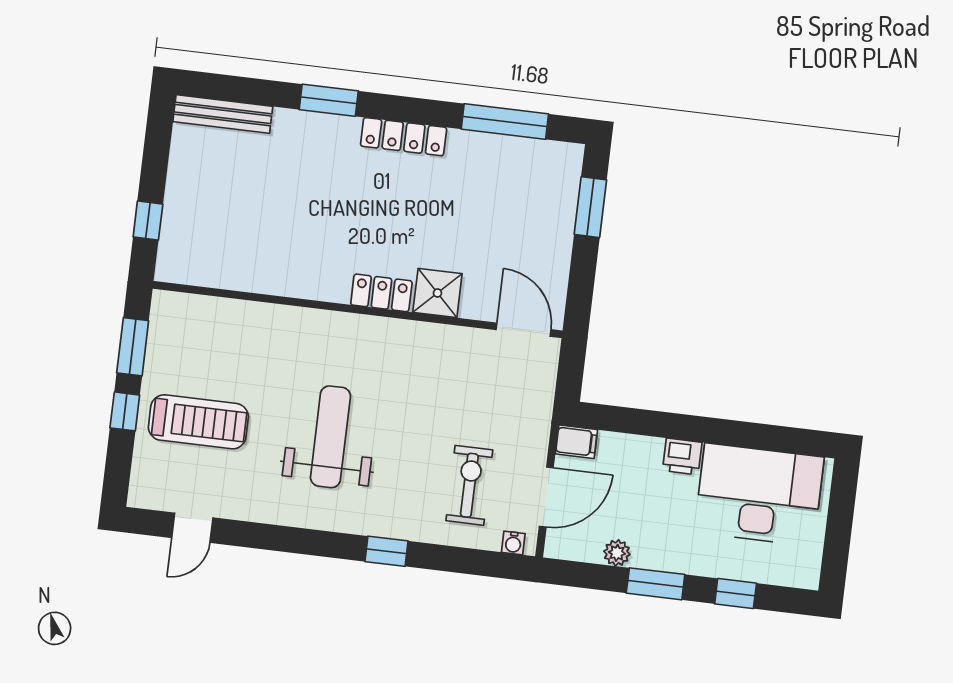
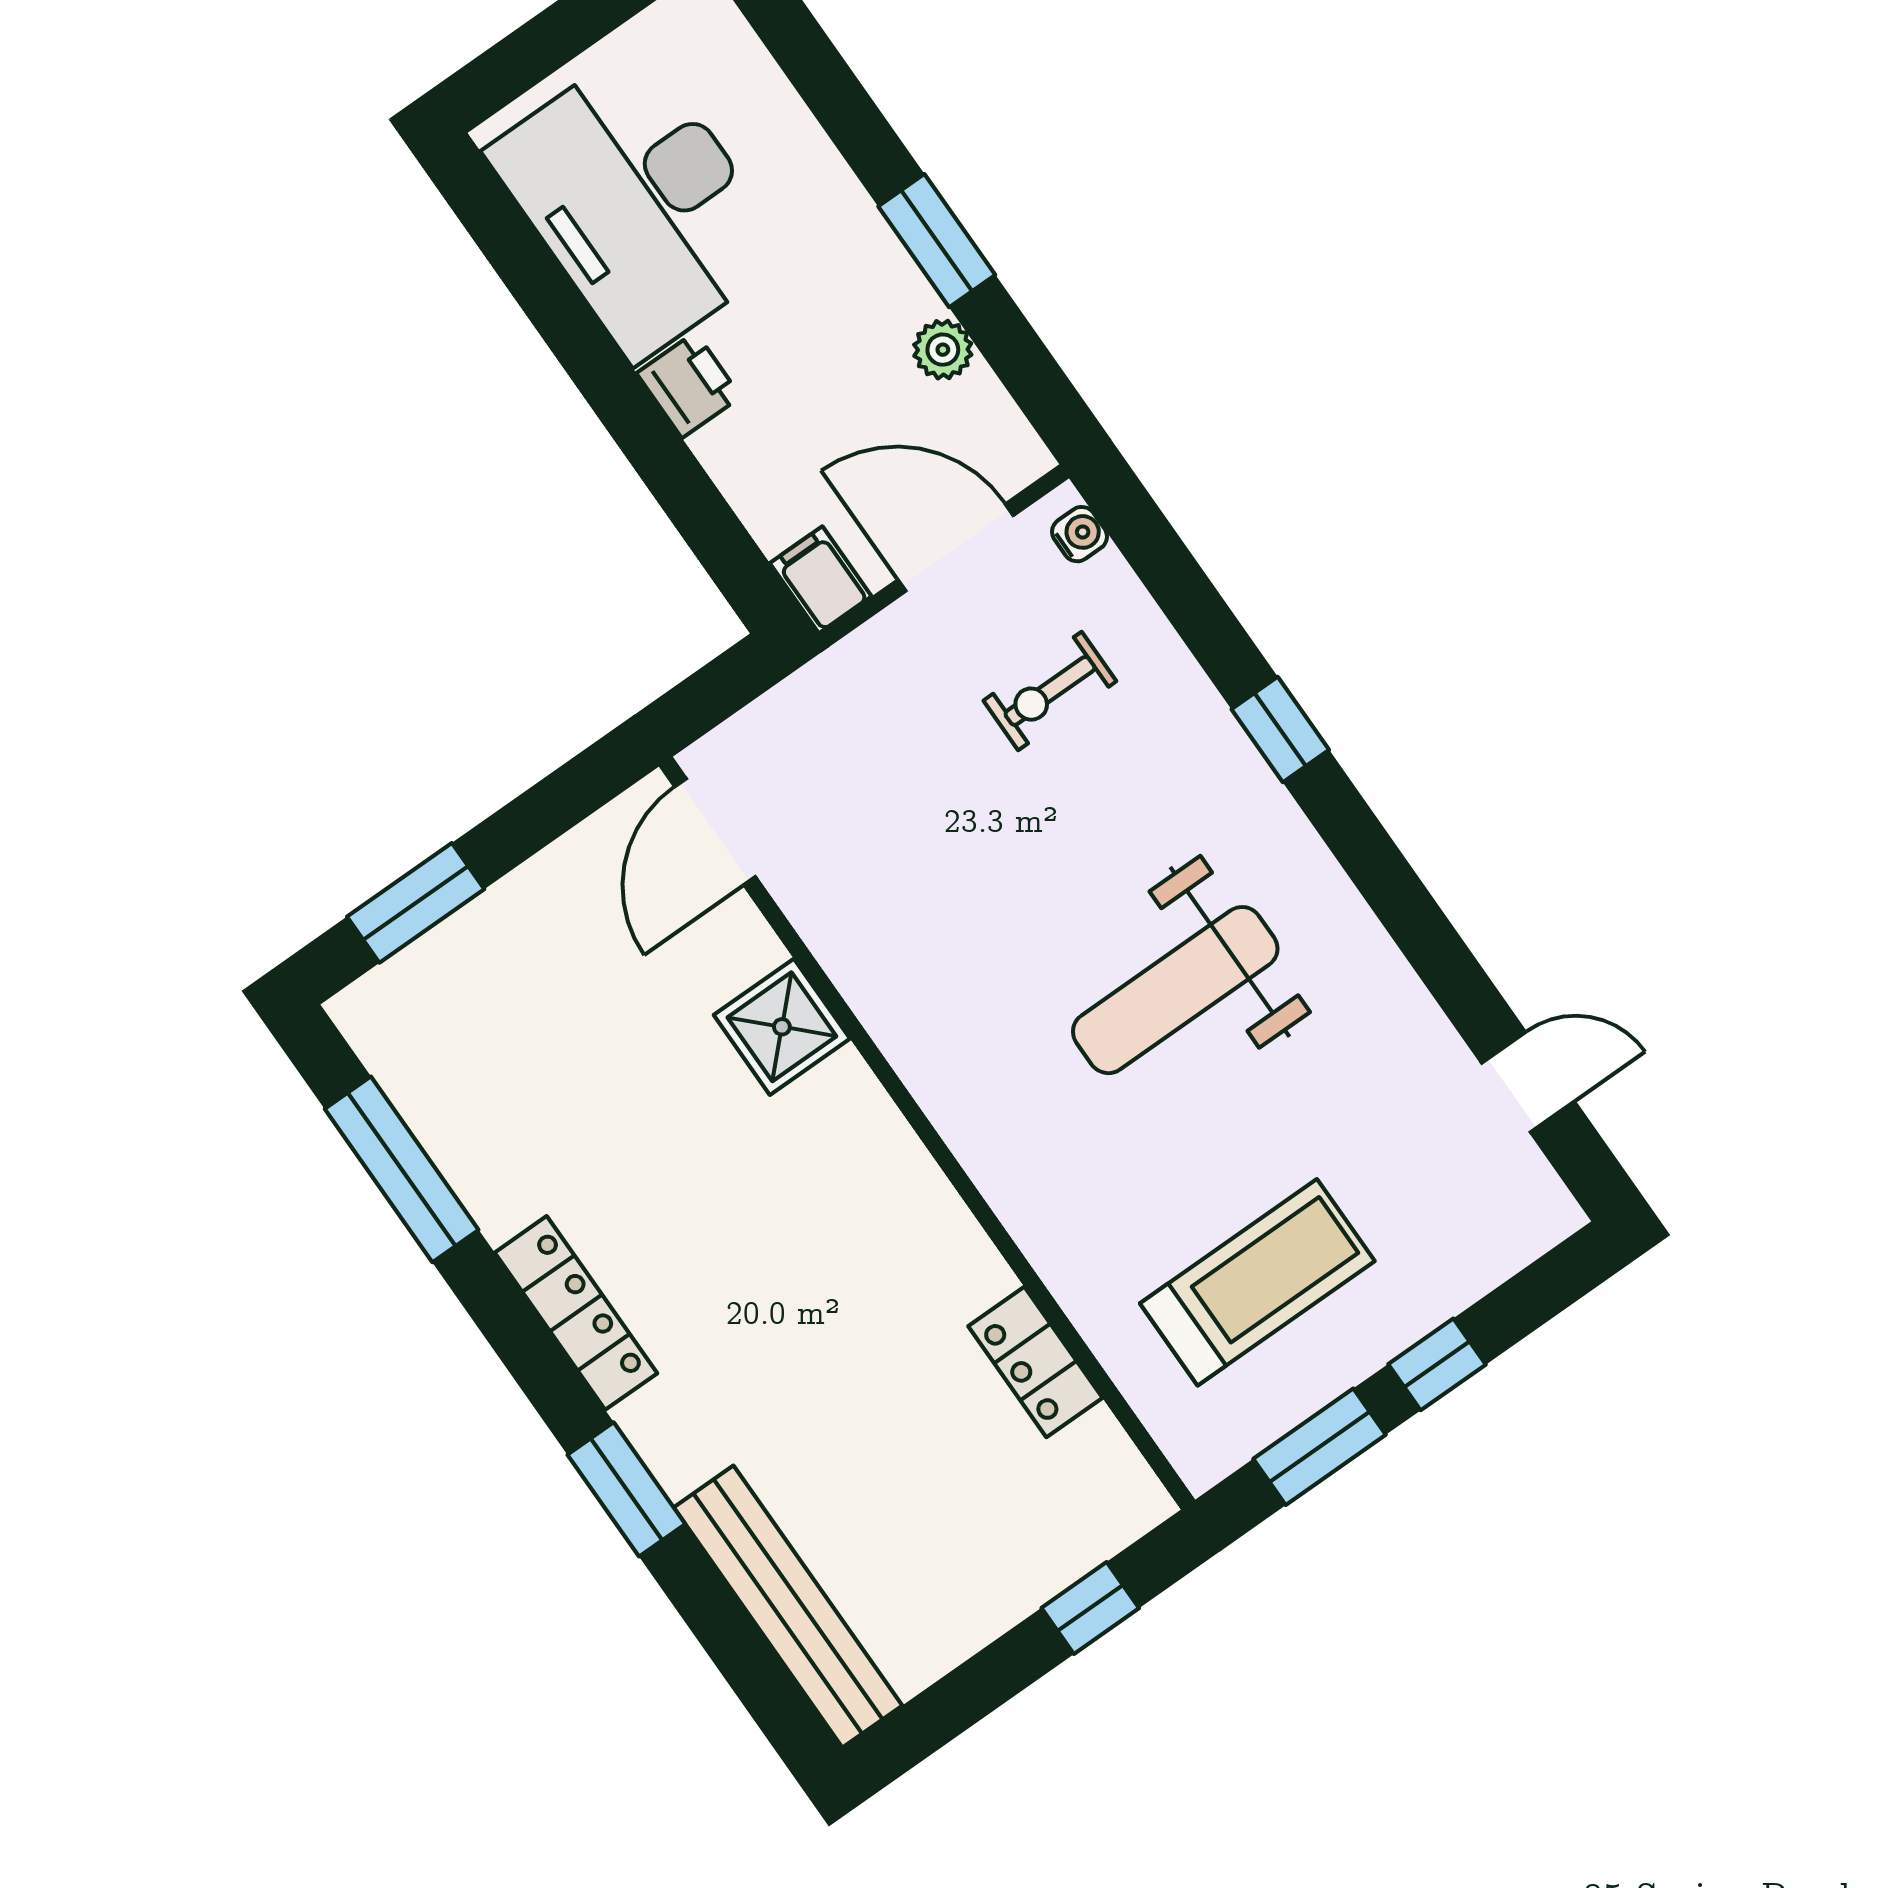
bench: (223, 114) -> (788, 1606), width x1.37, depth x1.21
locker: (381, 293) -> (1035, 1362), moved
treadmill: (198, 422) -> (1257, 1282), moved, turned 90
exercise bike: (469, 485) -> (1050, 691), width x0.73, depth x0.72
window: (736, 594) -> (835, 95), removed

